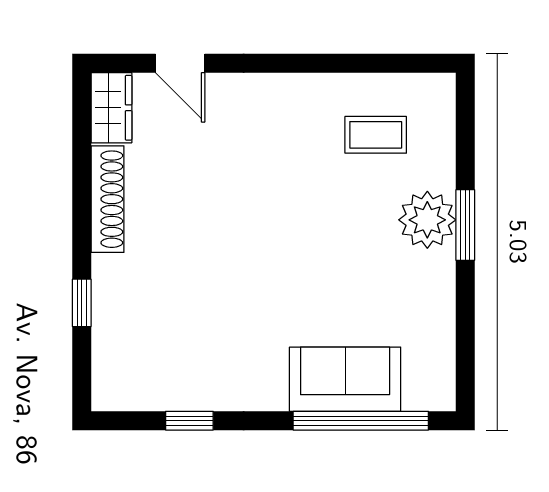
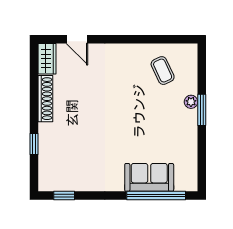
coffee table: (376, 135) -> (163, 71), turned 65
plant: (427, 220) -> (191, 102), width x0.53, depth x0.53
window: (189, 421) -> (64, 196), moved

